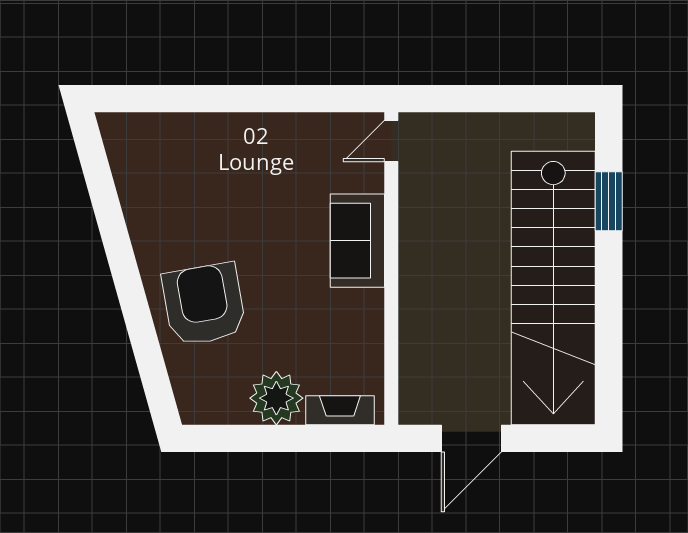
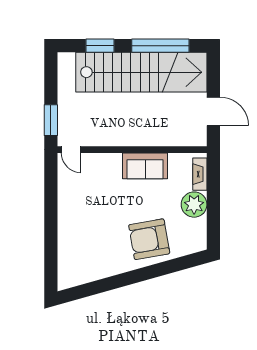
window: (453, 99) -> (51, 120), added
sofa: (357, 241) -> (145, 166), moved
window: (609, 328) -> (160, 46), added

